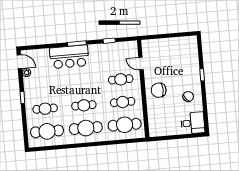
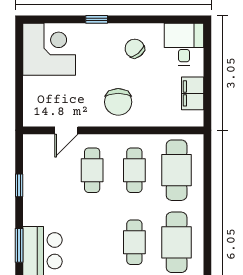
corner desk: (184, 51) -> (49, 49), added
filing cabinet: (167, 130) -> (193, 93), added

